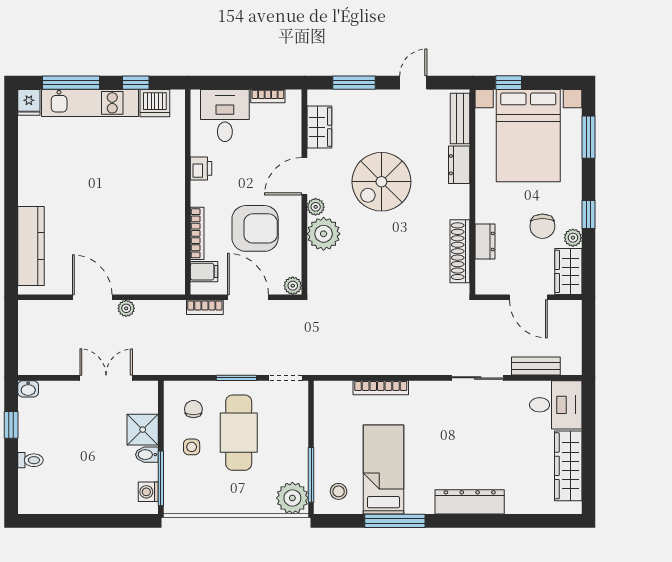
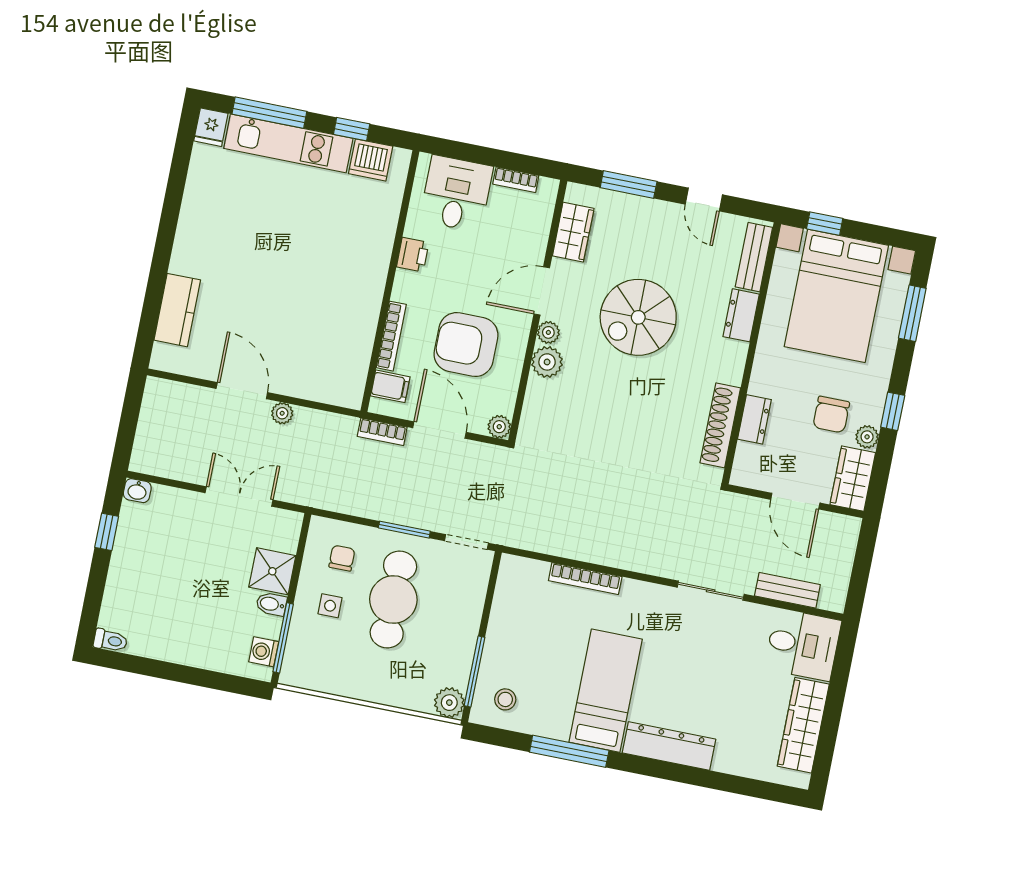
door: (413, 83) -> (704, 200), swing flipped
armchair: (255, 228) -> (466, 345), turned 180
plant: (324, 234) -> (547, 362), width x0.73, depth x0.73
kitchen counter: (31, 246) -> (177, 310), width x0.67
toilet: (30, 460) -> (110, 640), moved
bed: (383, 470) -> (606, 691), moved
plant: (292, 498) -> (449, 703), width x0.73, depth x0.73

